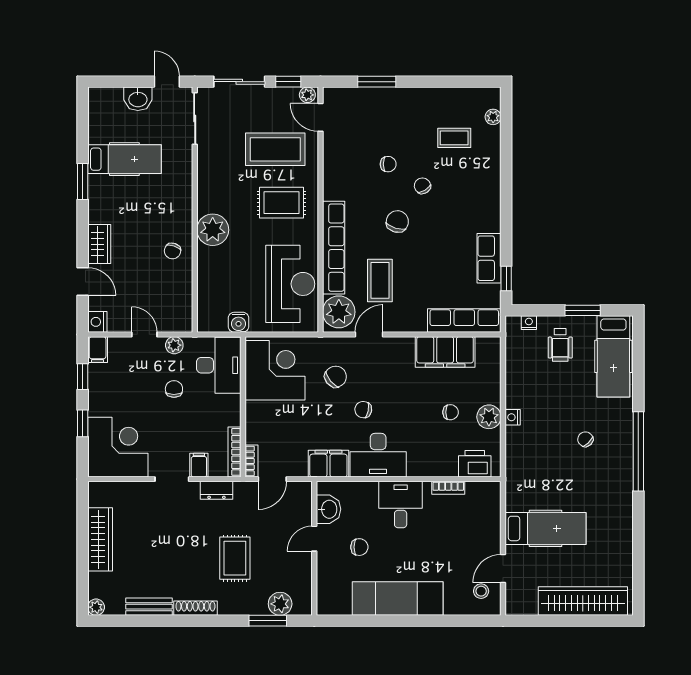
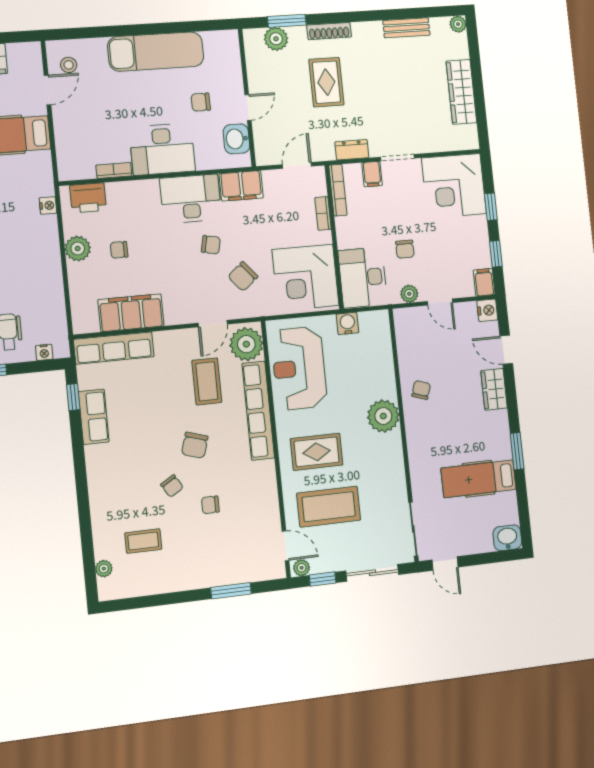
washbasin: (138, 99) -> (507, 538), moved
nightstand: (513, 417) -> (48, 205), moved
bookcase: (251, 461) -> (323, 213), moved
desk: (401, 505) -> (162, 149), width x1.37
shoe rack: (195, 608) -> (329, 31), moved

